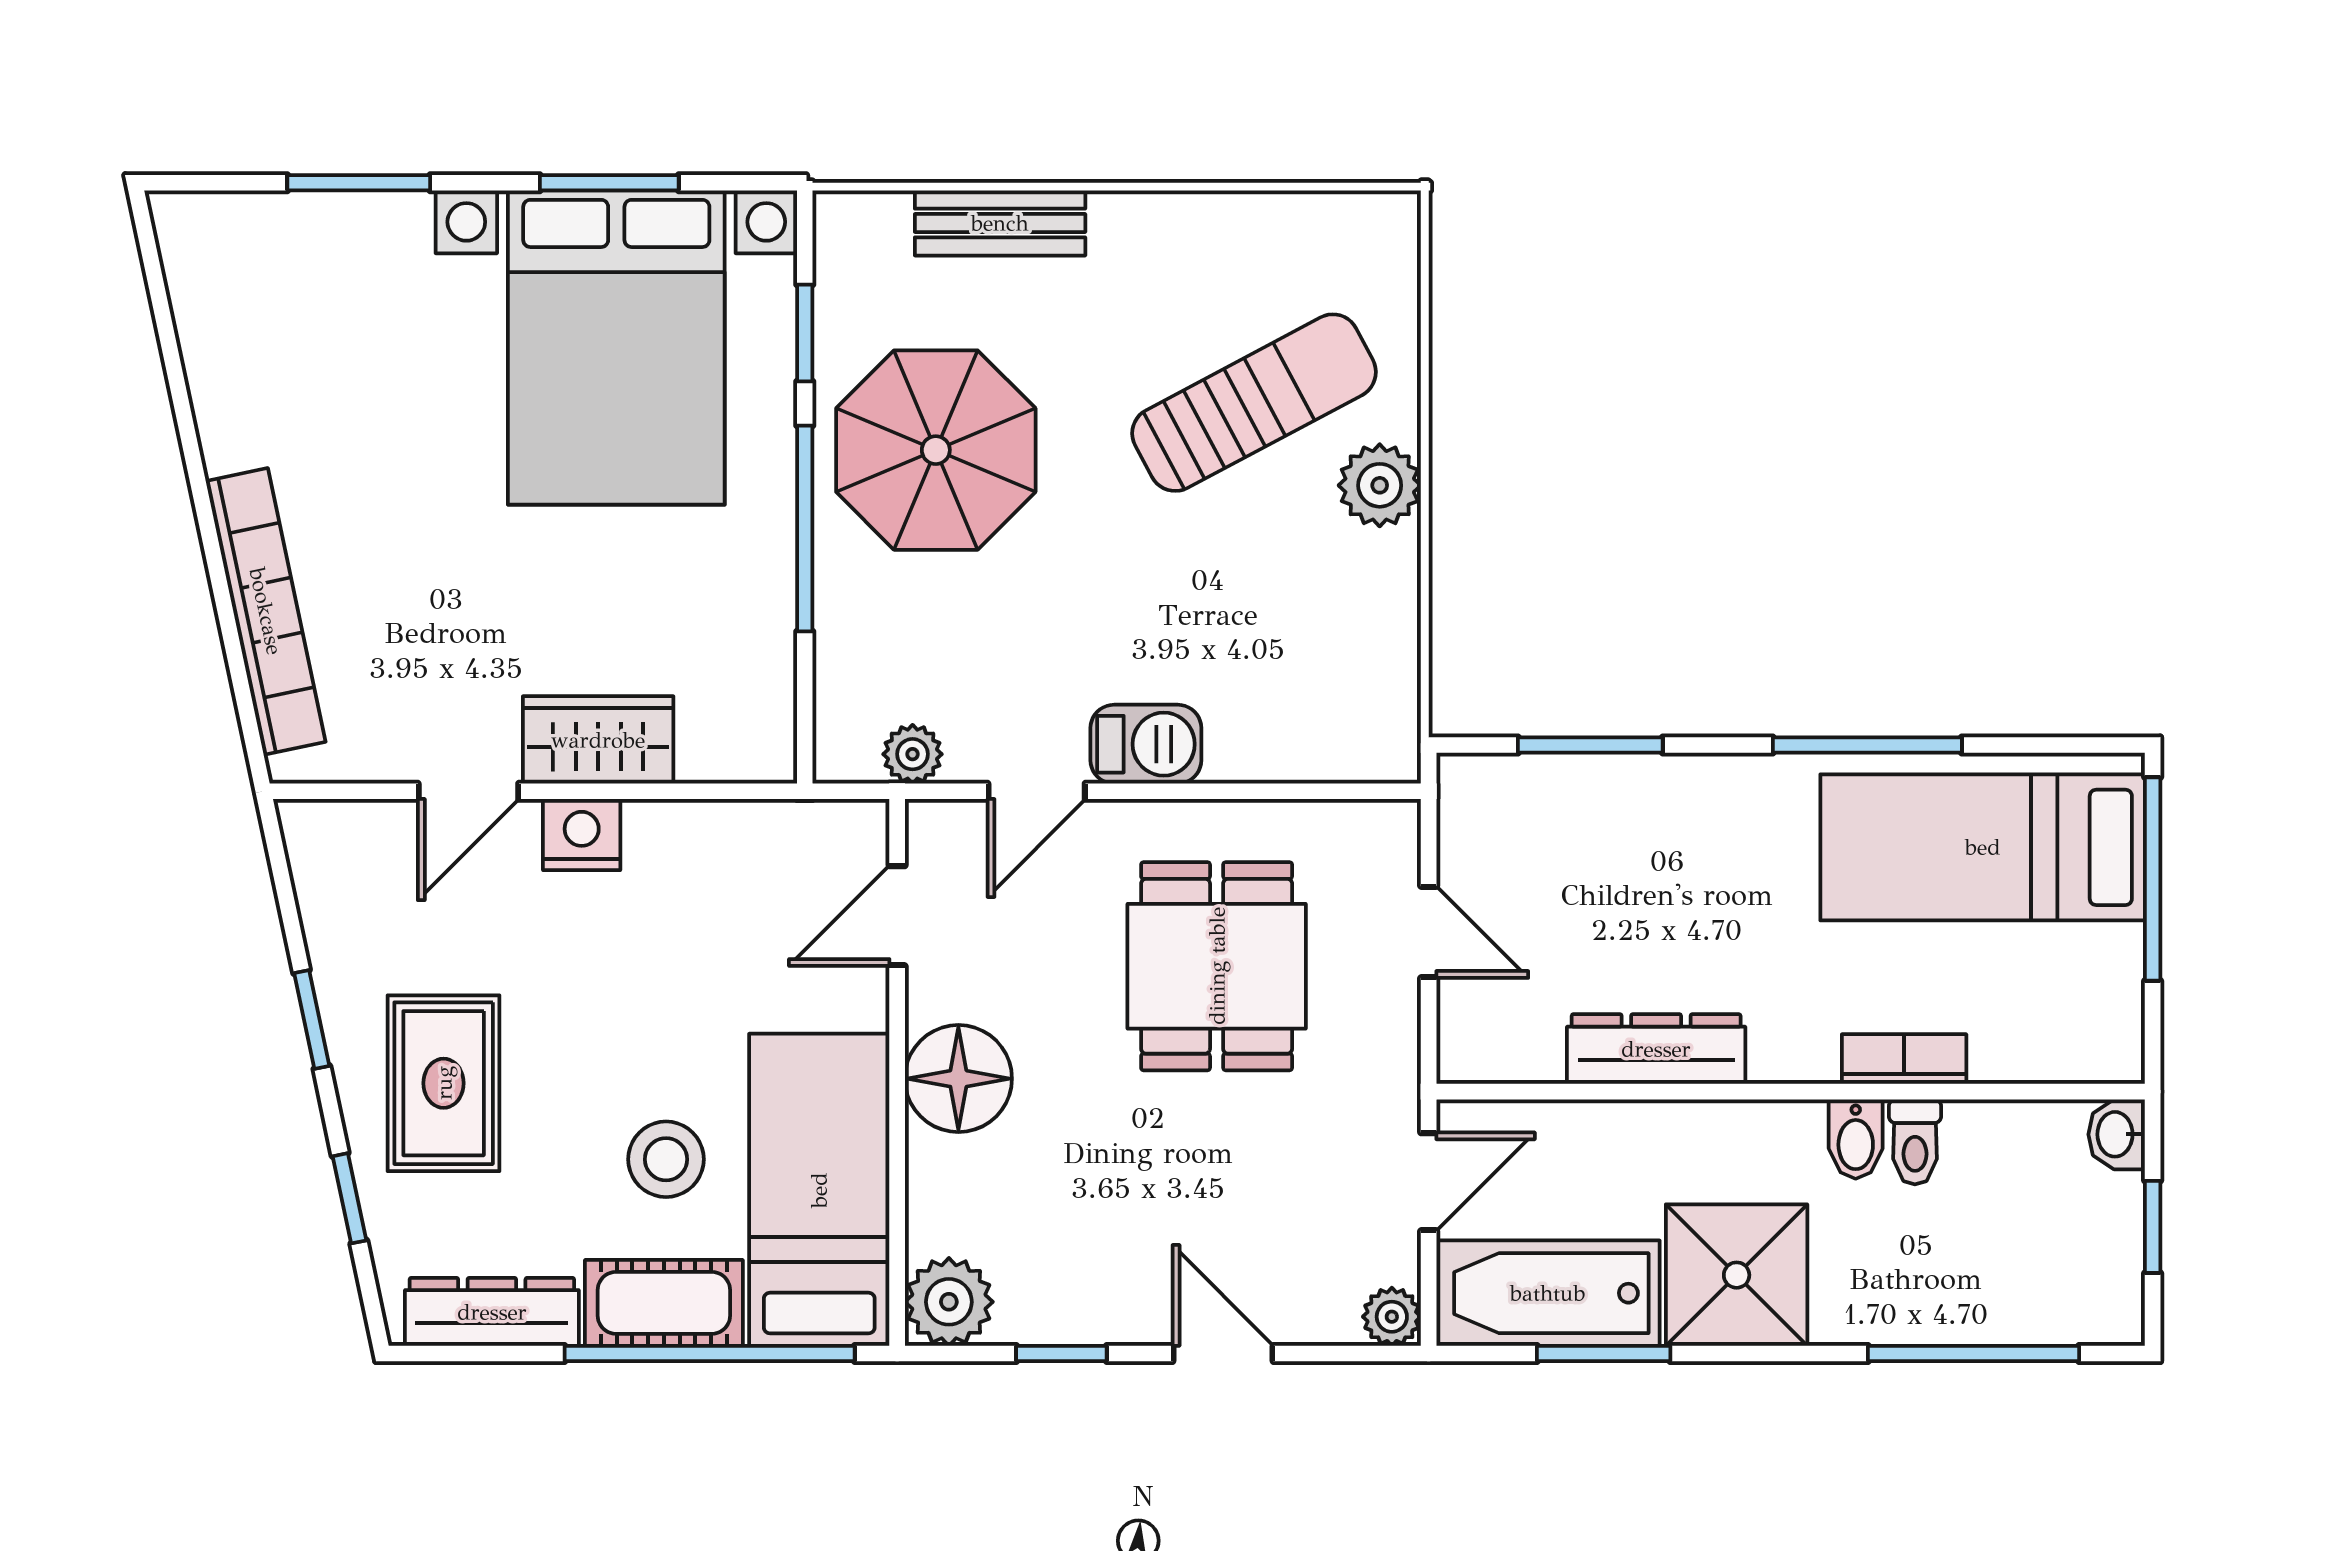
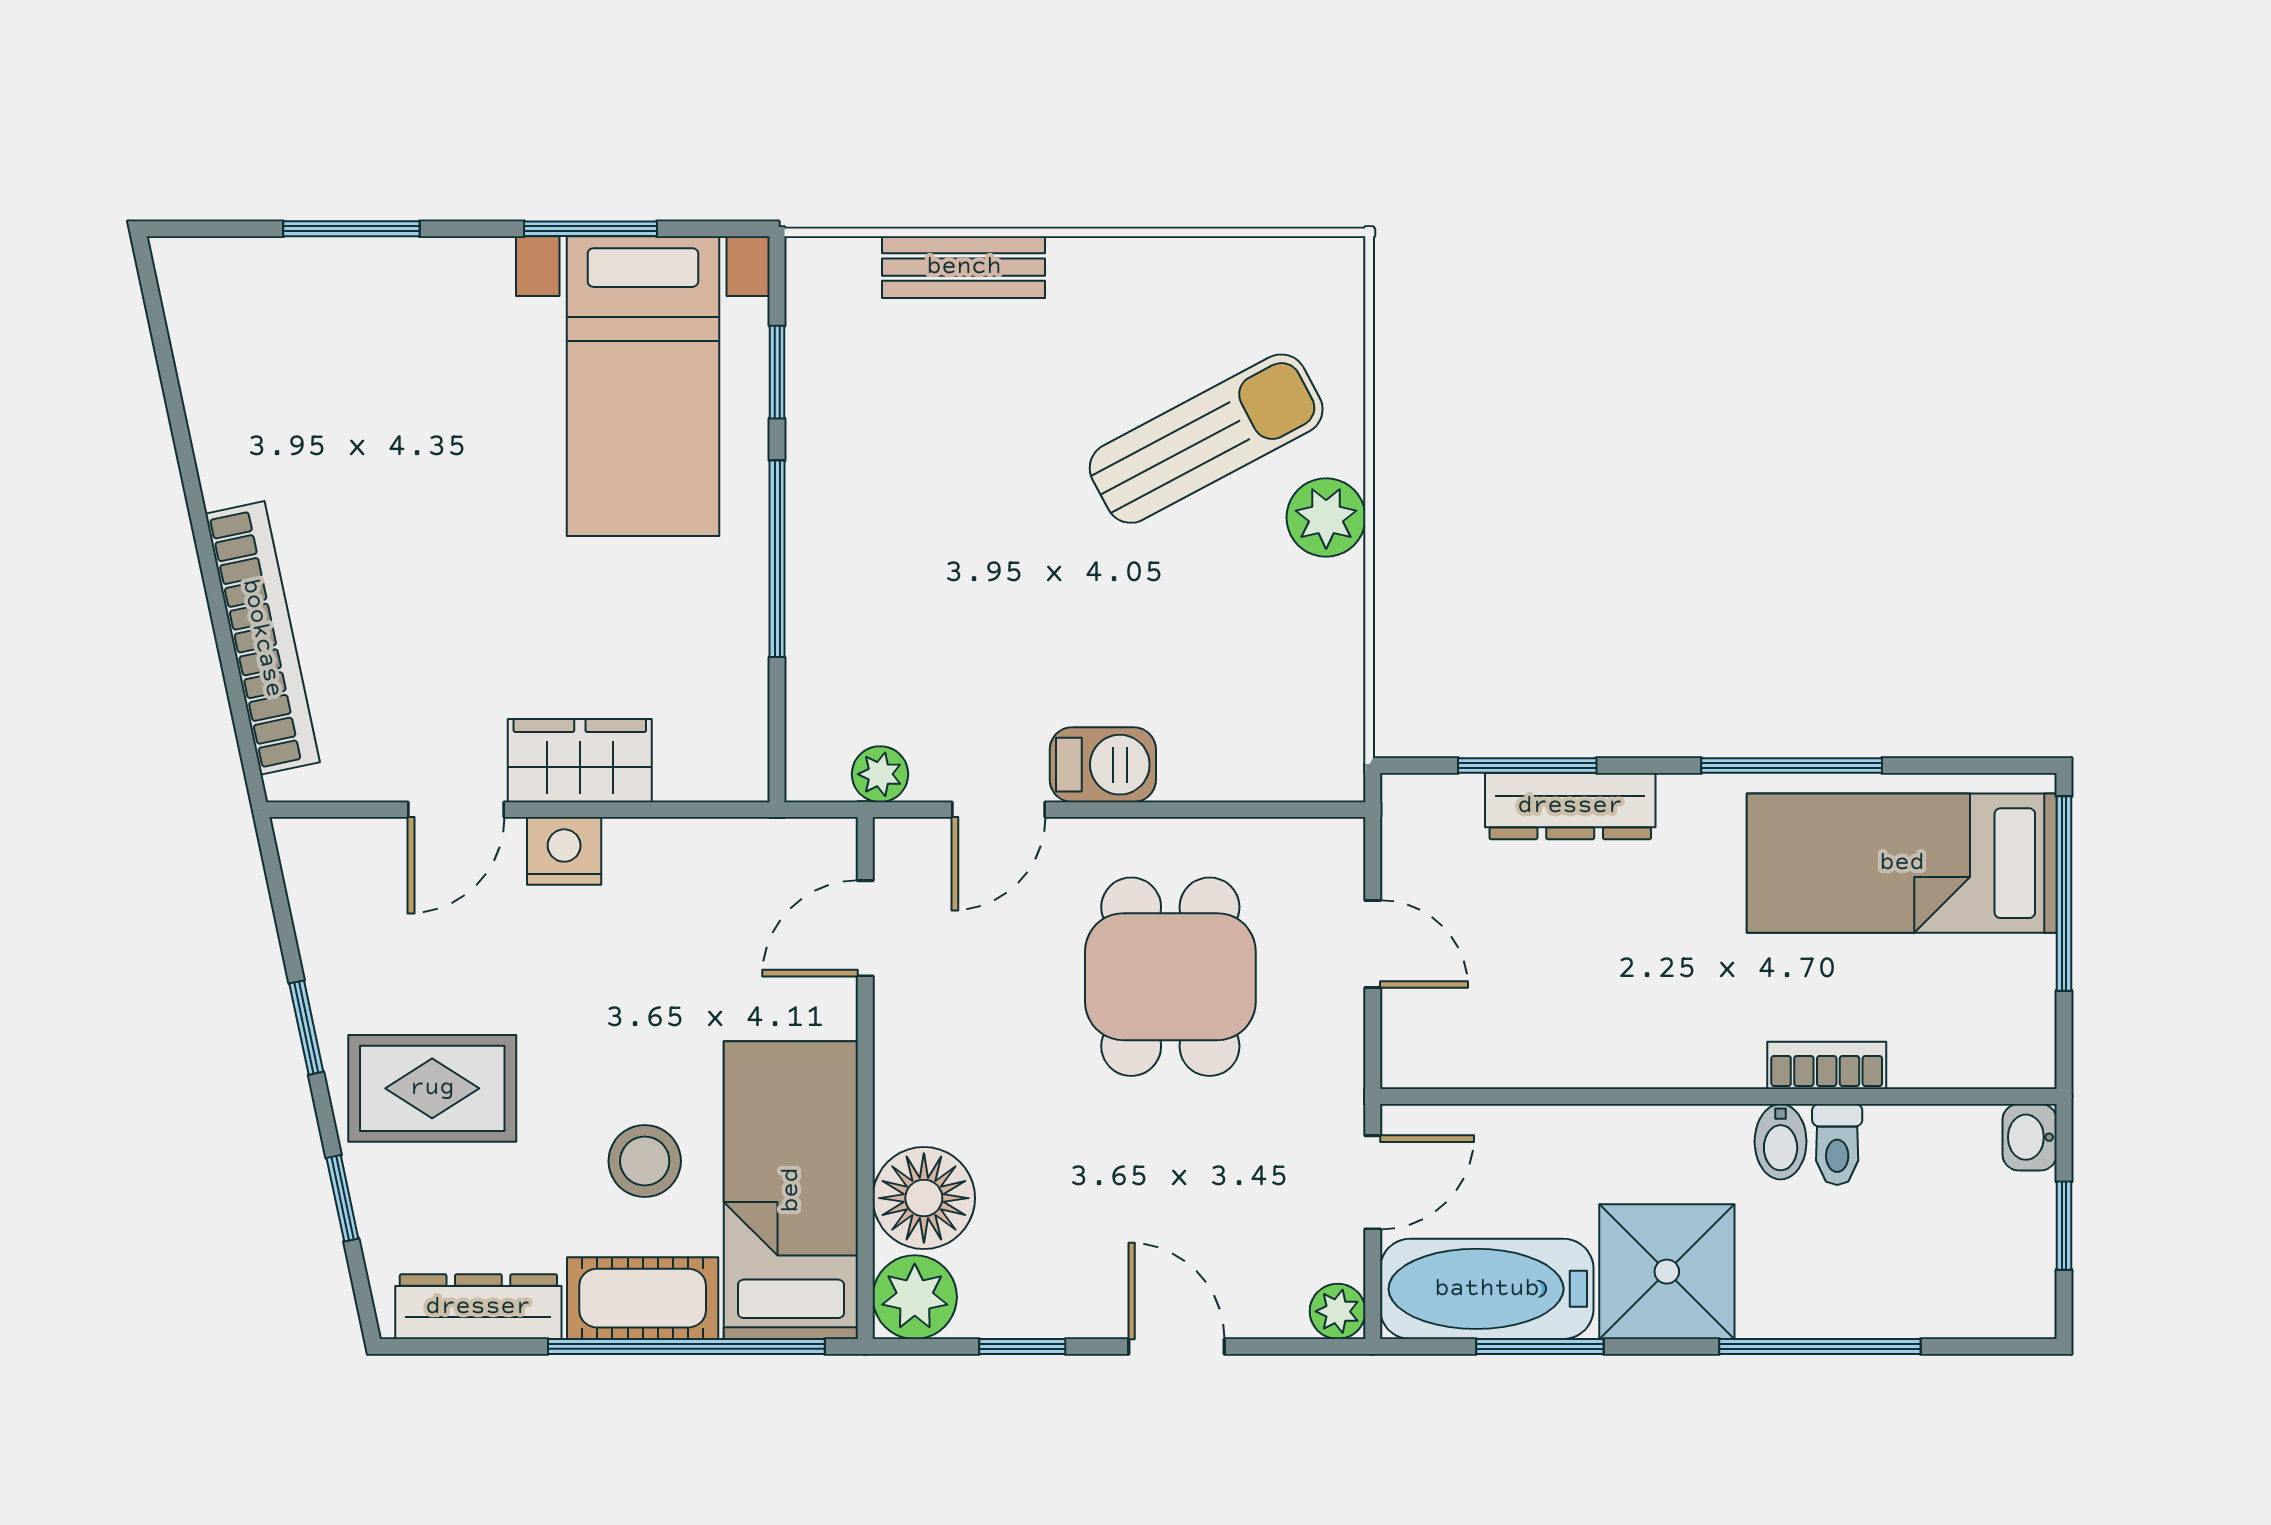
bed with nightstands: (616, 348) -> (643, 386), width x0.73
parasol: (936, 450) -> (902, 484), removed
dresser: (1656, 1049) -> (1570, 806), moved, turned 180
floor lamp: (958, 1079) -> (924, 1198), moved
rug: (444, 1083) -> (432, 1088), turned 90
window: (1973, 1354) -> (1820, 1346), moved

